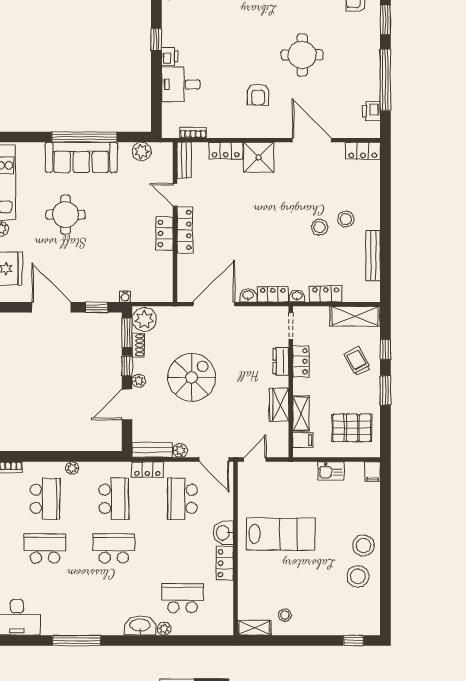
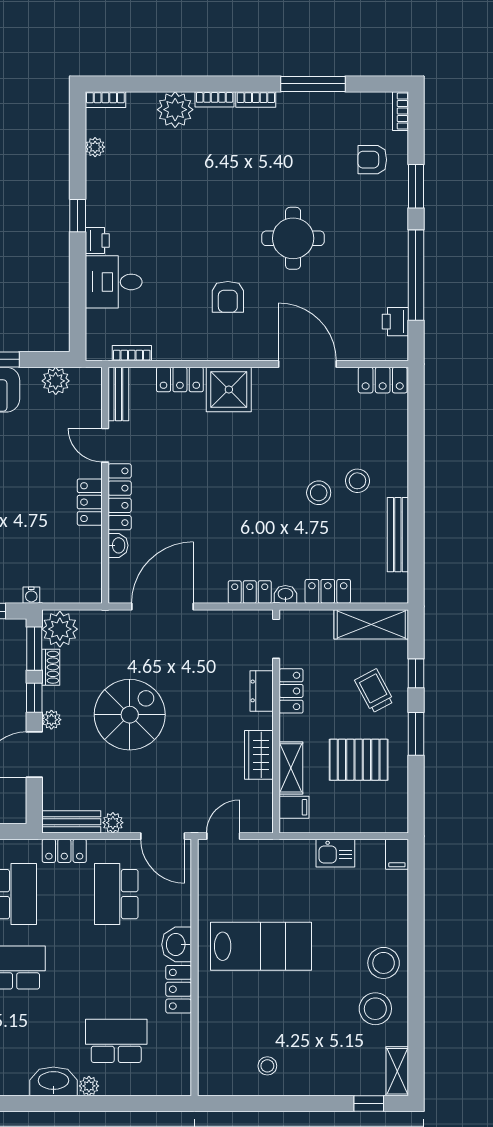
washbasin: (248, 295) -> (118, 545), moved, turned 90
pallet: (352, 428) -> (359, 760), moved
shelving: (254, 628) -> (397, 1071), moved, turned 90

